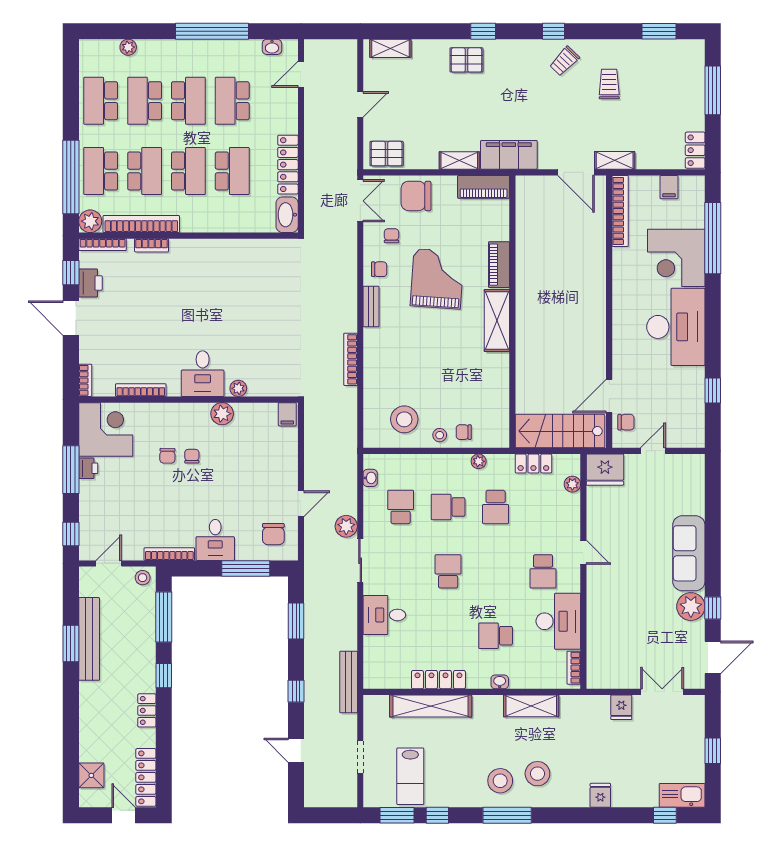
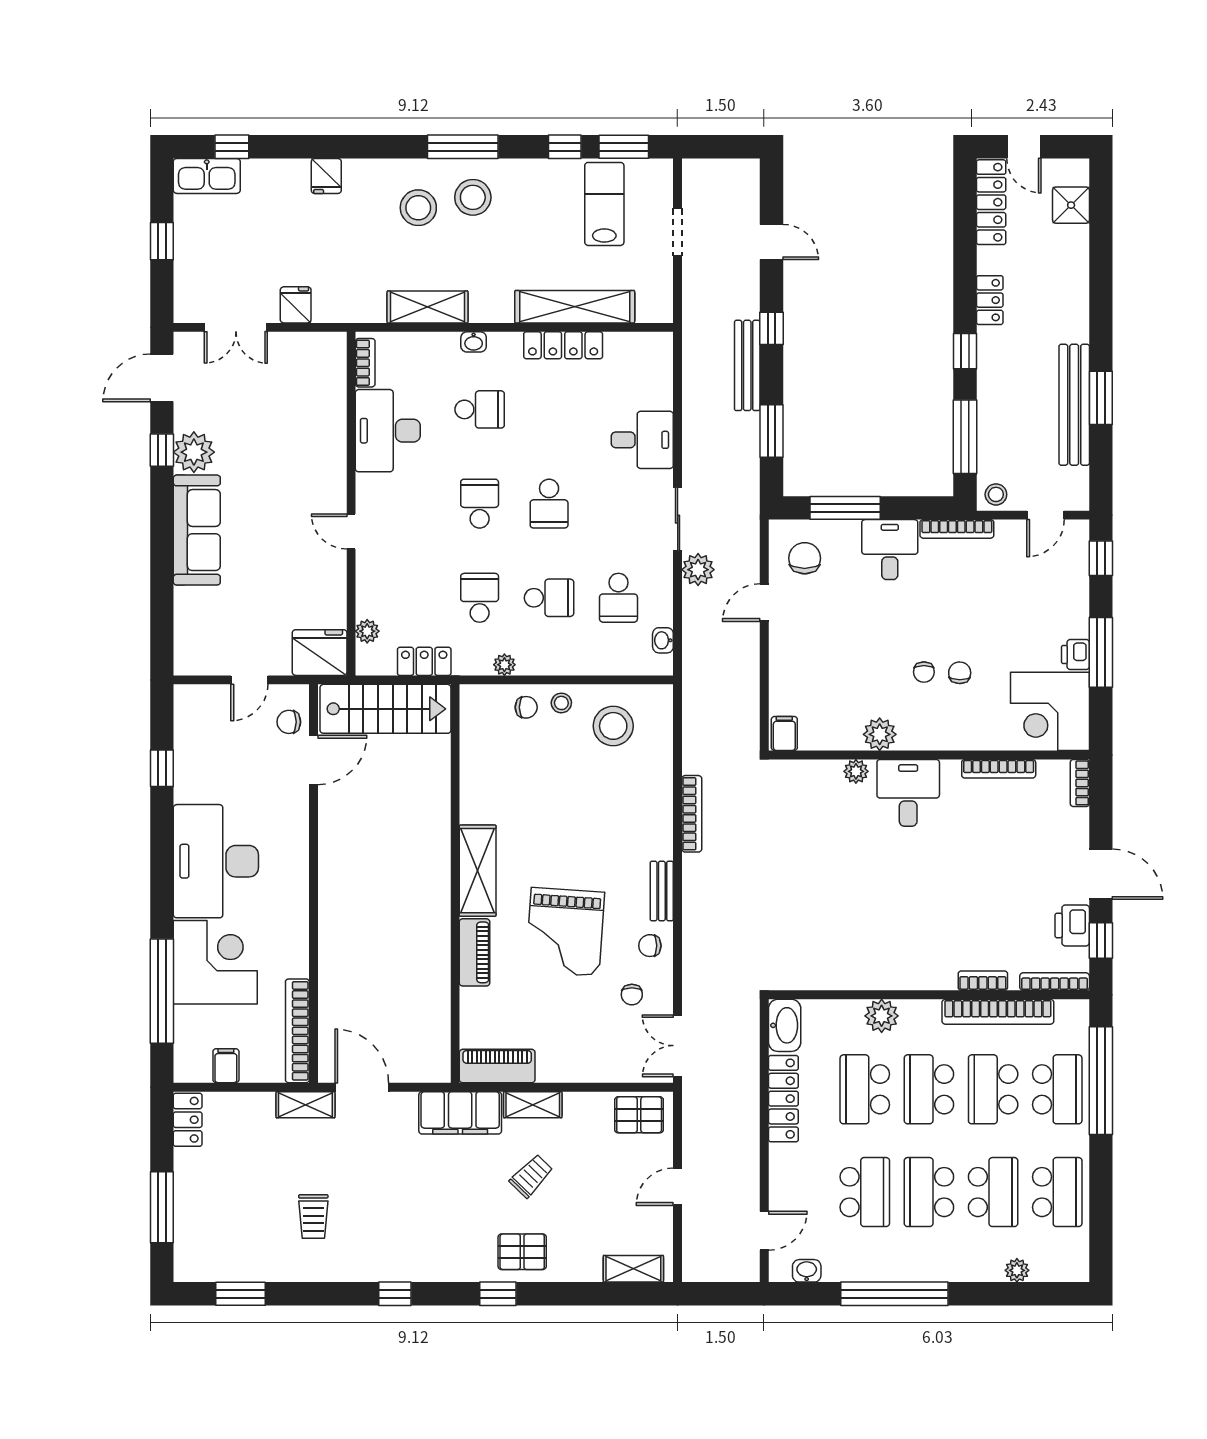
trolley: (564, 61) -> (531, 1176), moved
chair: (416, 196) -> (596, 1053), removed
plant: (90, 221) -> (882, 1016), moved
school desk: (543, 571) -> (480, 504), moved
bench: (349, 682) -> (747, 365), moved

